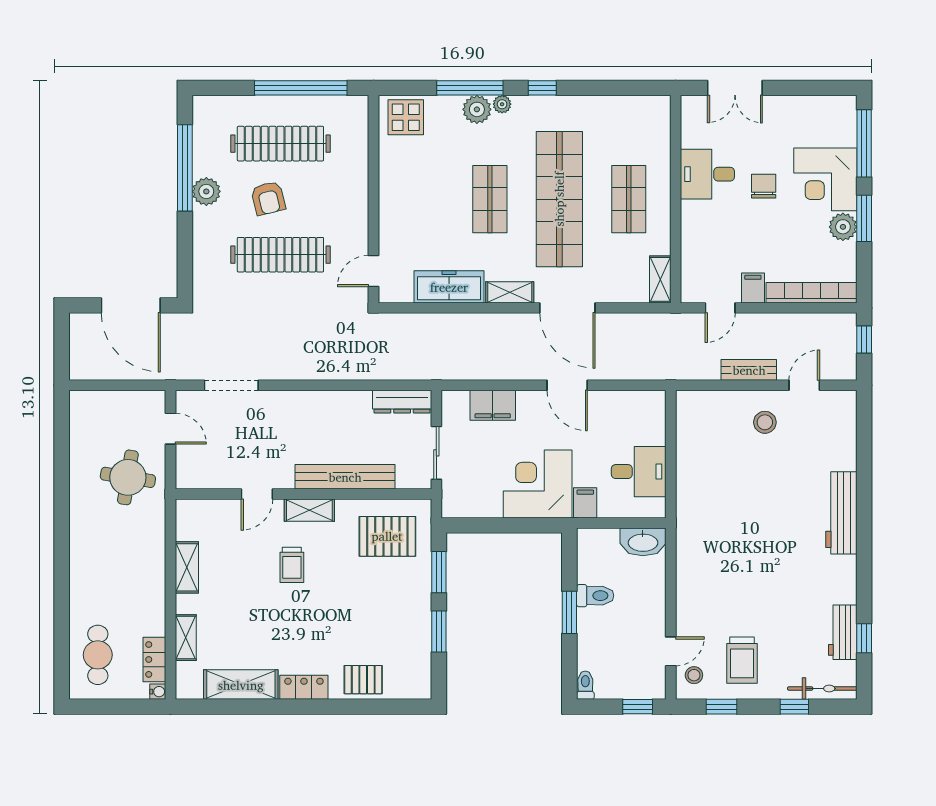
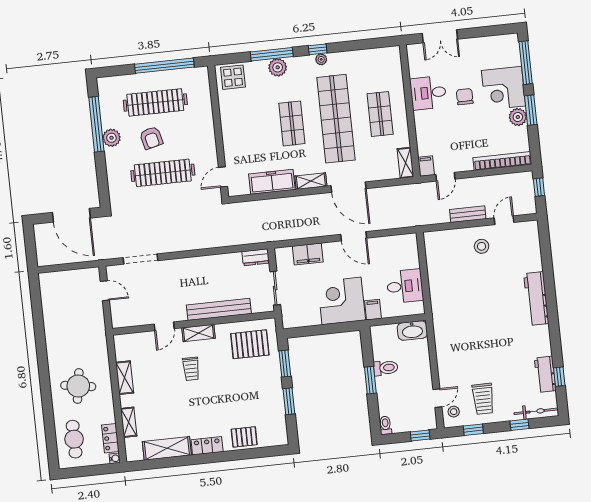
plant: (502, 104) -> (321, 59), moved
filing cabinet: (753, 288) -> (426, 166), moved
dresser: (402, 402) -> (256, 257), width x0.70
round table: (128, 477) -> (78, 386), moved

